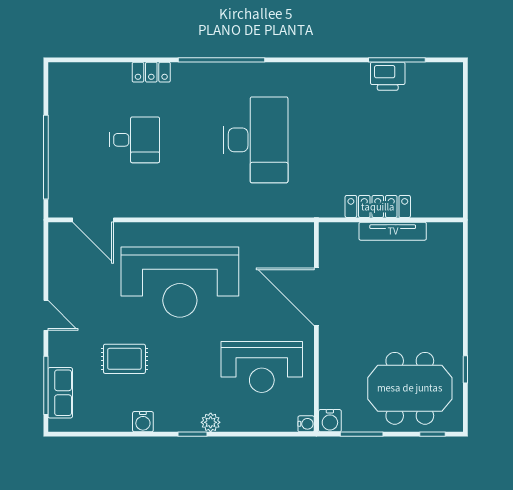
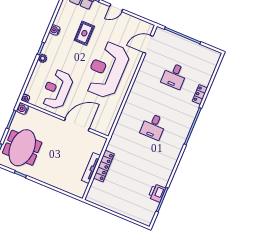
desk: (256, 140) -> (153, 126), width x0.53, depth x0.77

